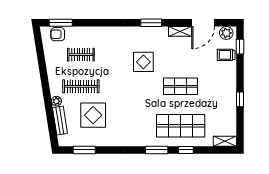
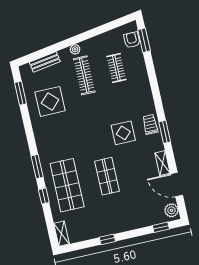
trolley: (226, 55) -> (150, 124), moved
plant: (56, 101) -> (75, 49), moved
display table: (93, 115) -> (50, 101), moved

